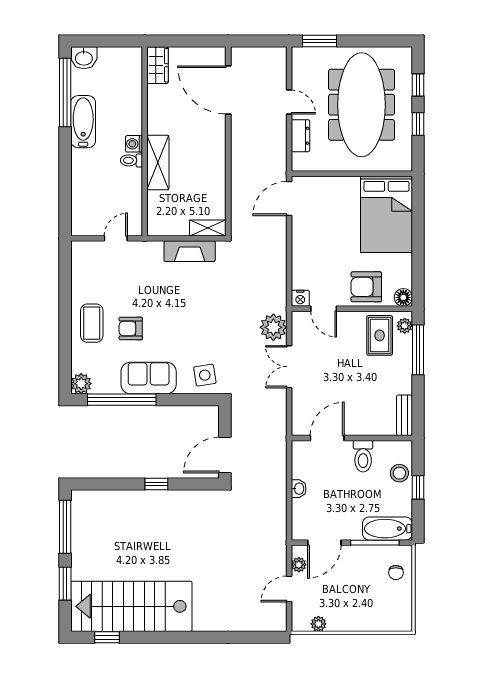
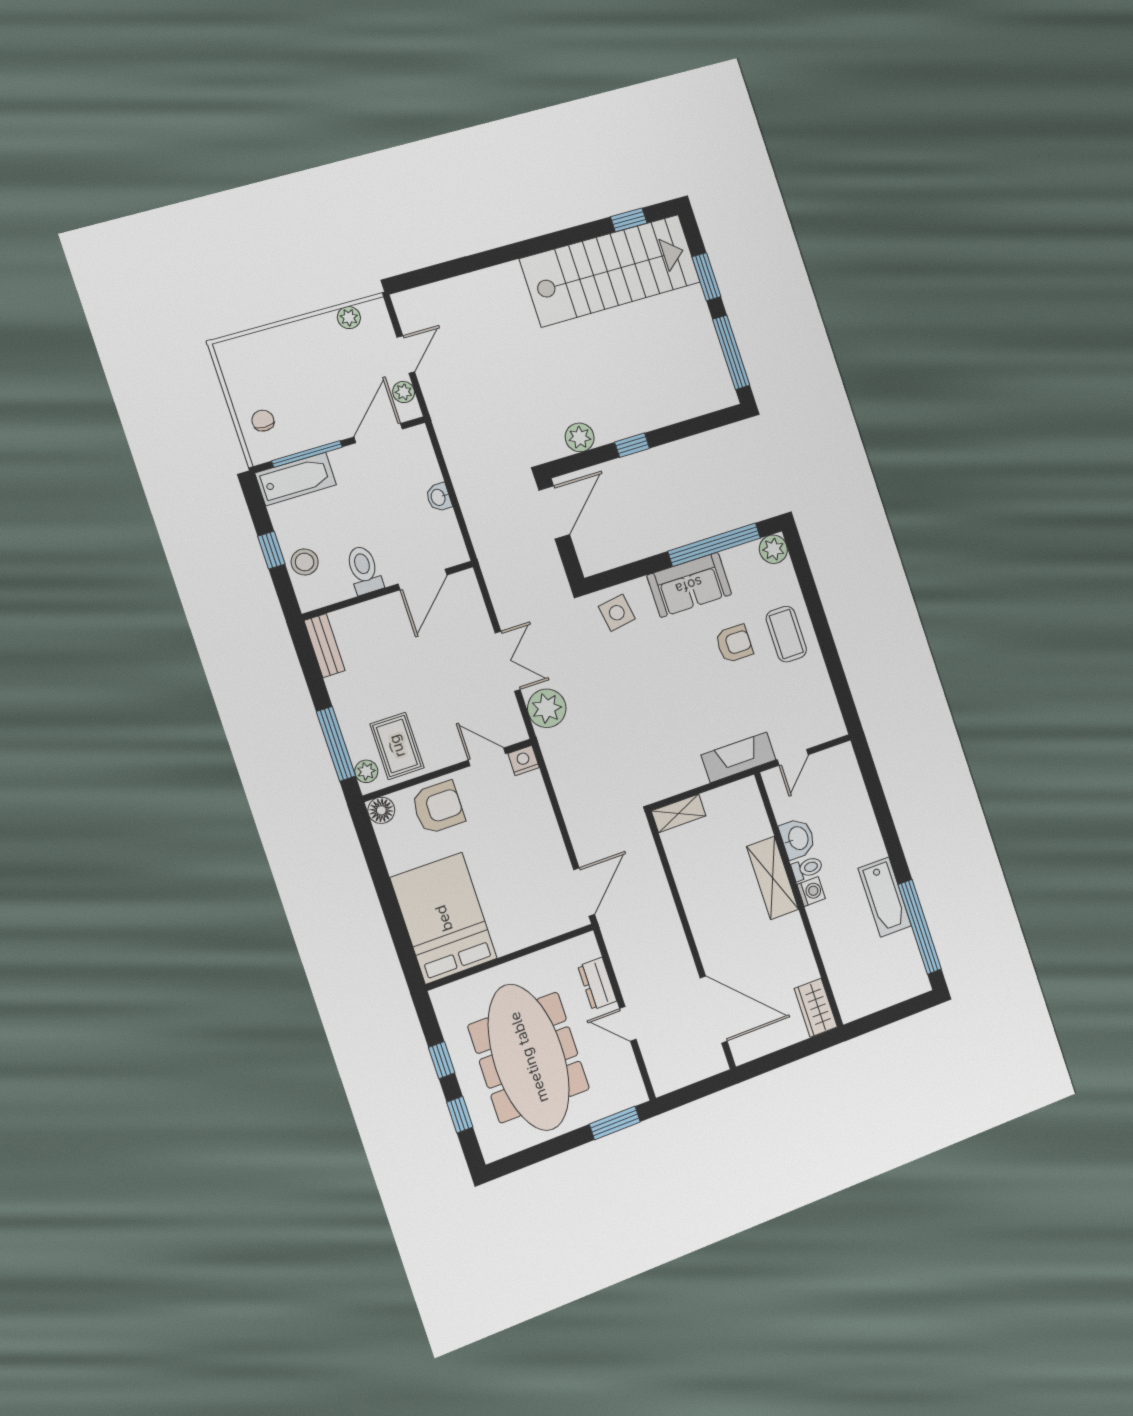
washbasin: (84, 58) -> (798, 838), moved, turned 90
fireplace: (190, 251) -> (739, 757), moved
plant: (191, 500) -> (580, 437), added

